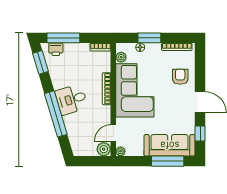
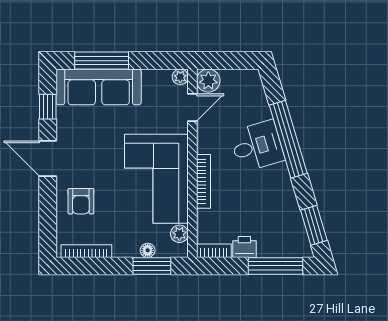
window: (149, 38) -> (152, 266), moved
printer: (56, 49) -> (244, 247), moved
desk: (71, 99) -> (257, 146), moved

